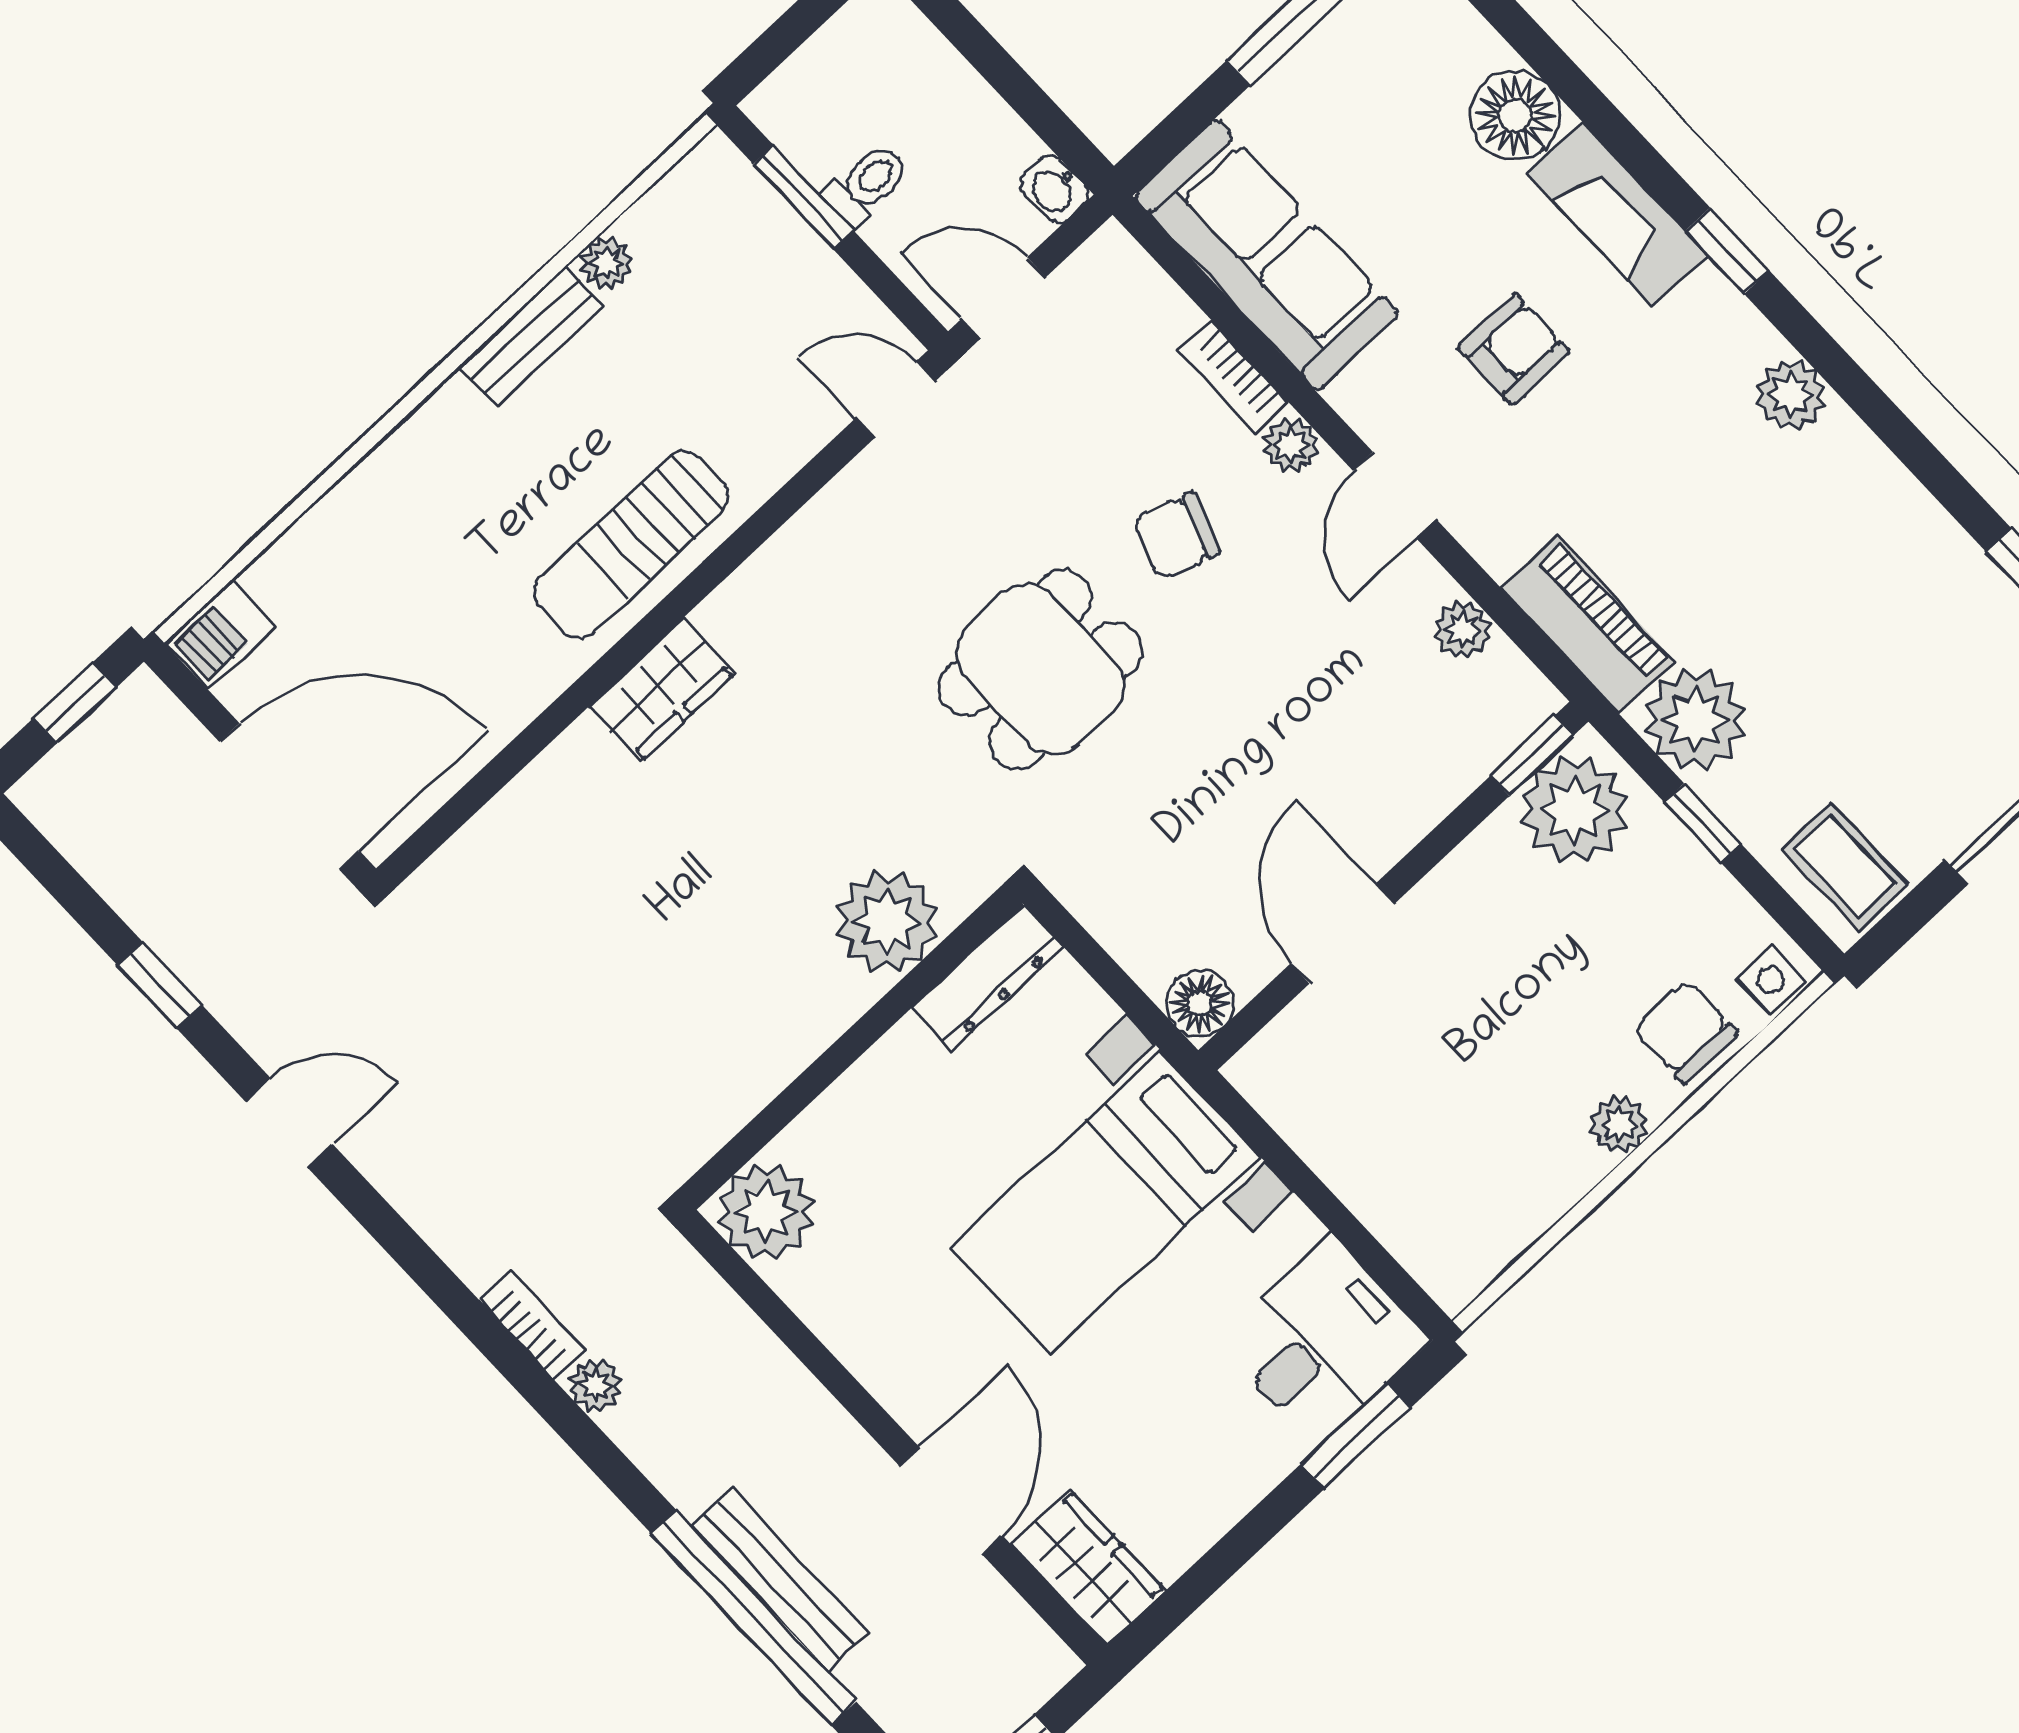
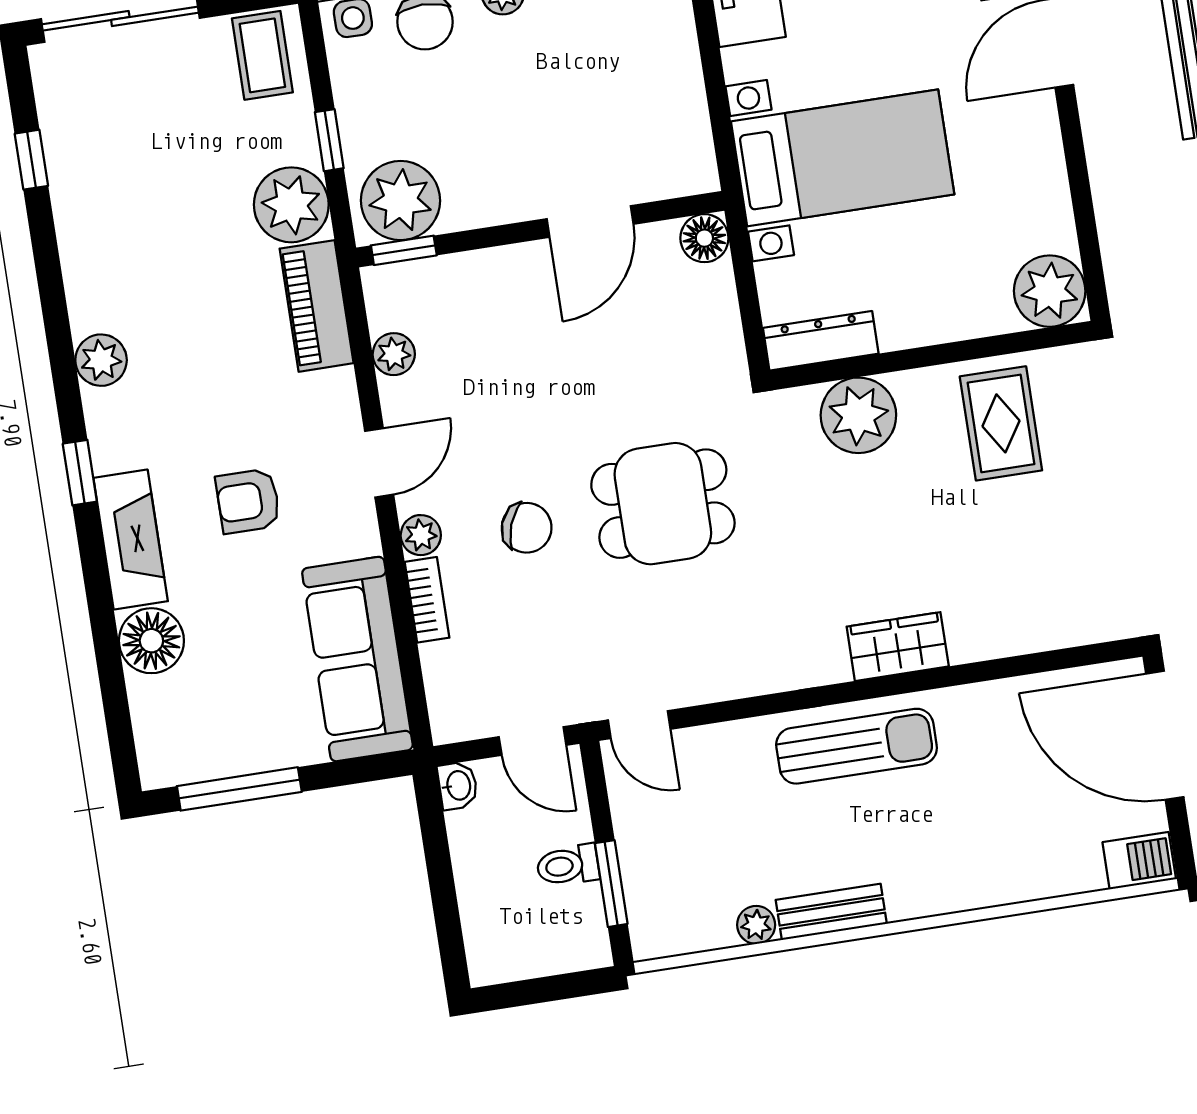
rug: (718, 1024) -> (1001, 423), added

